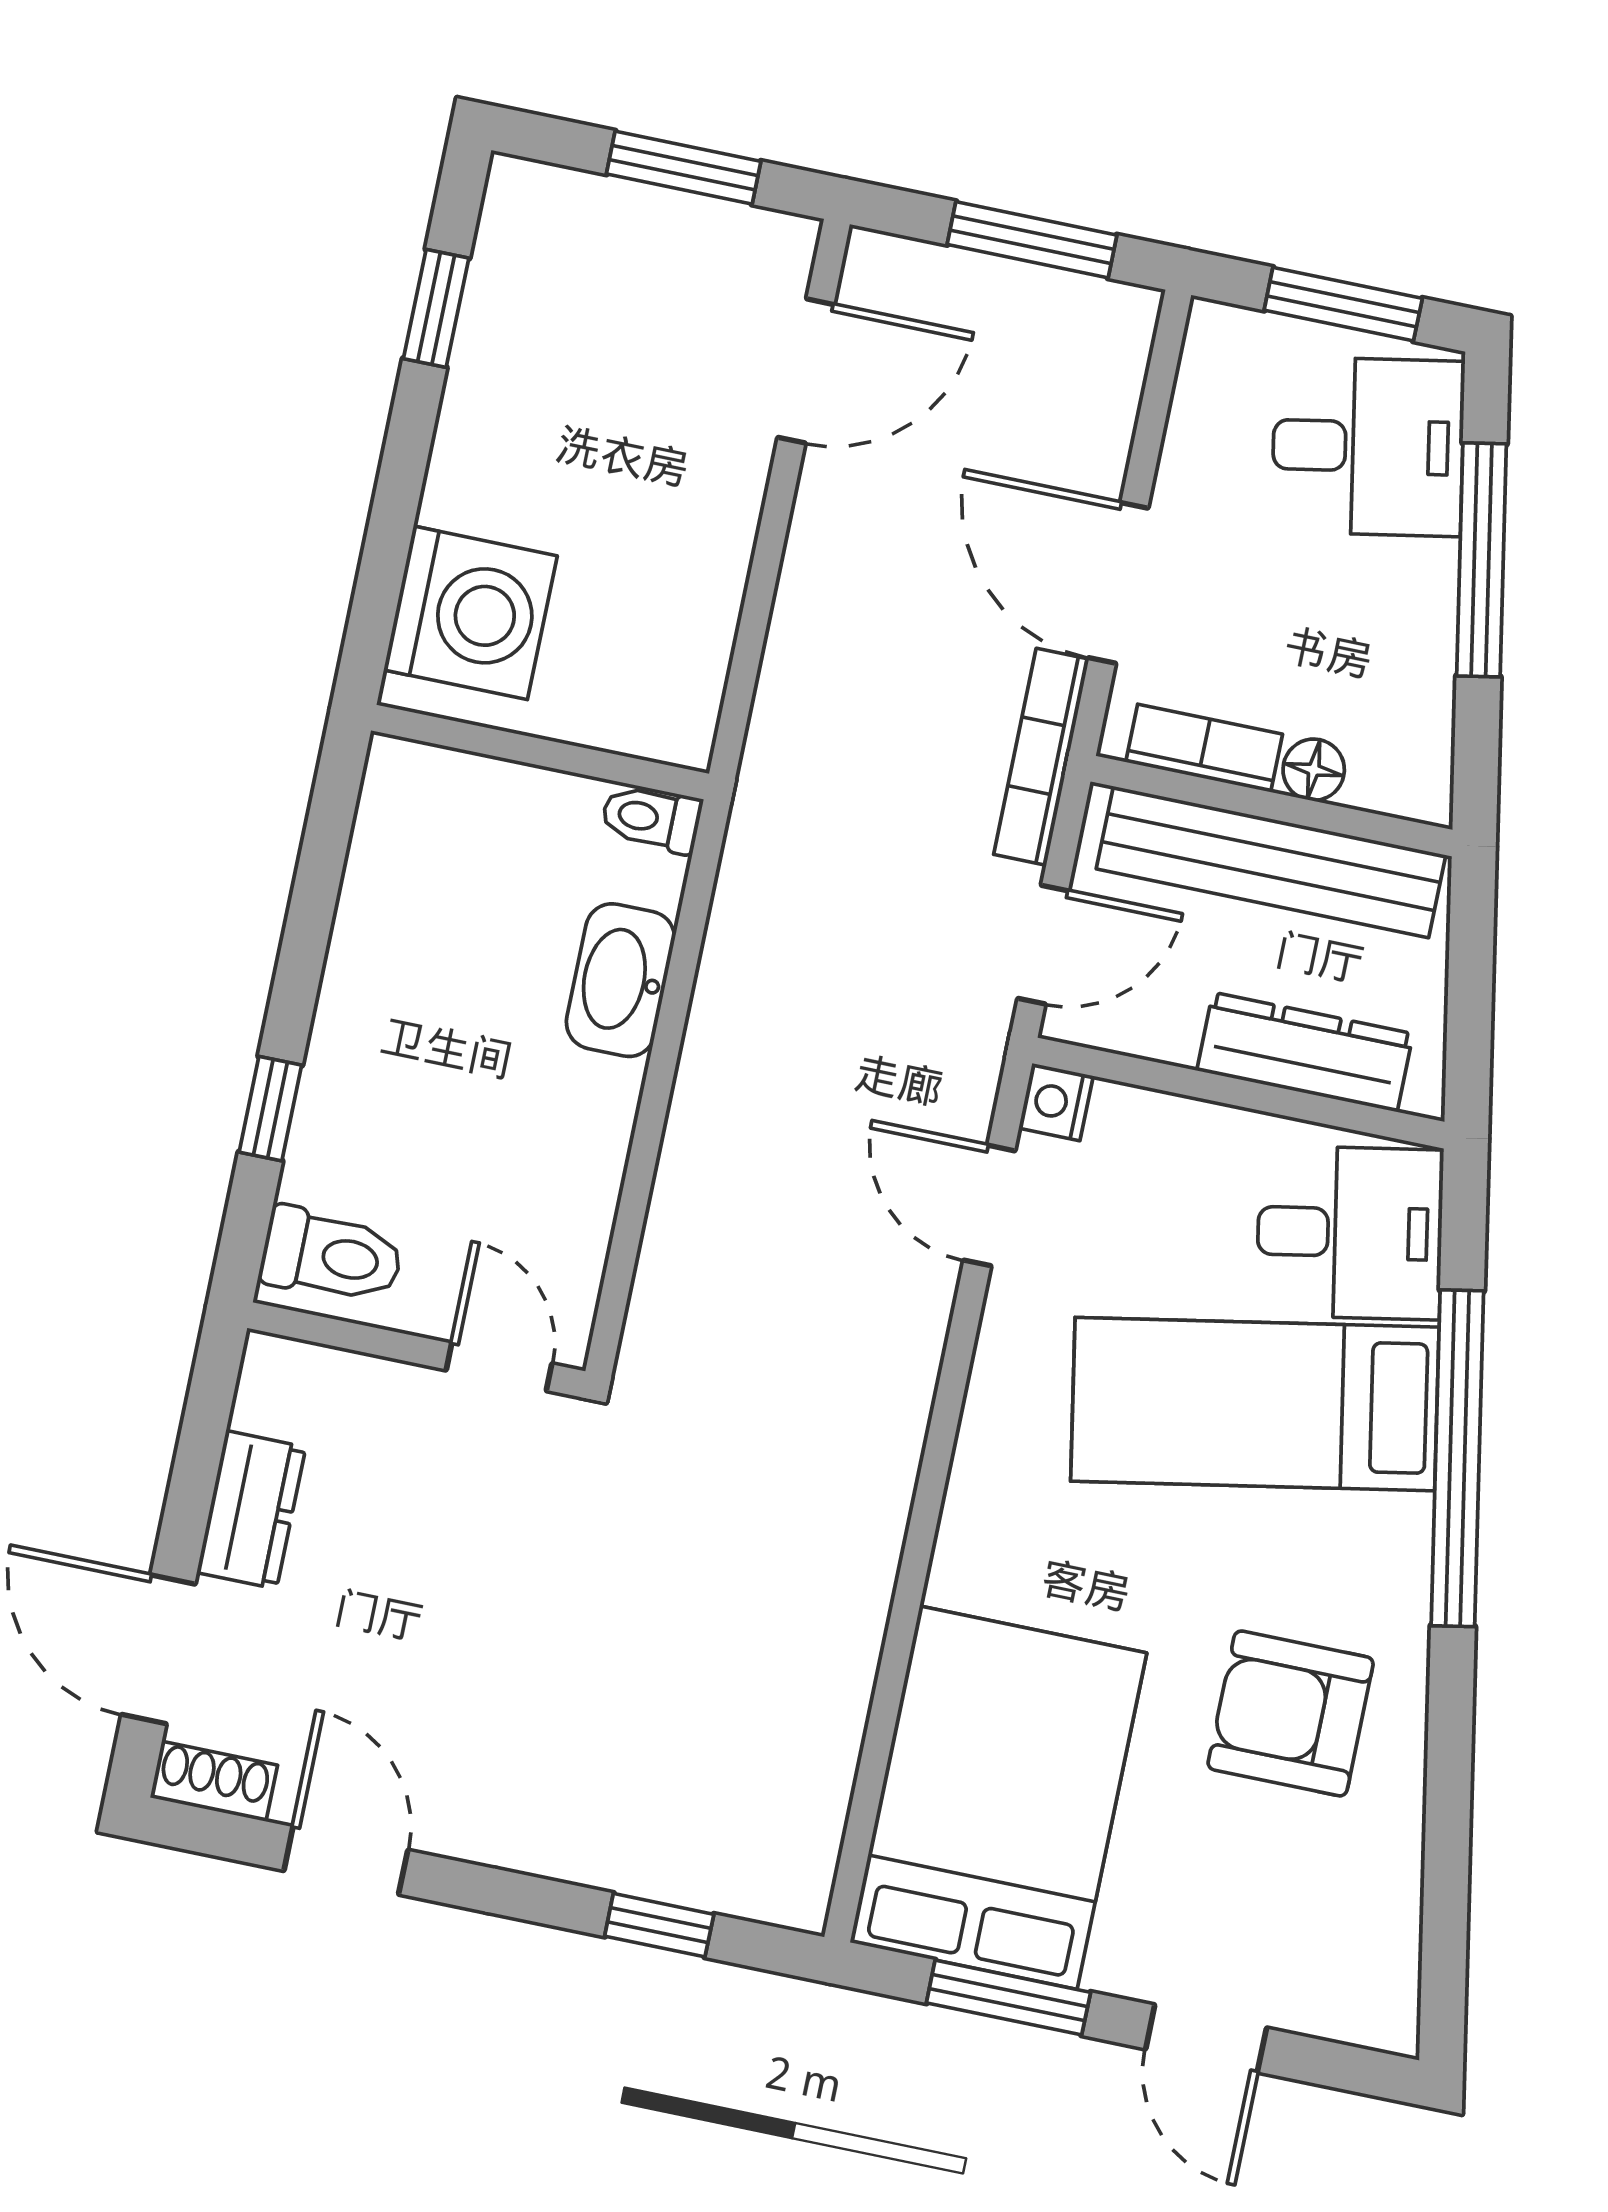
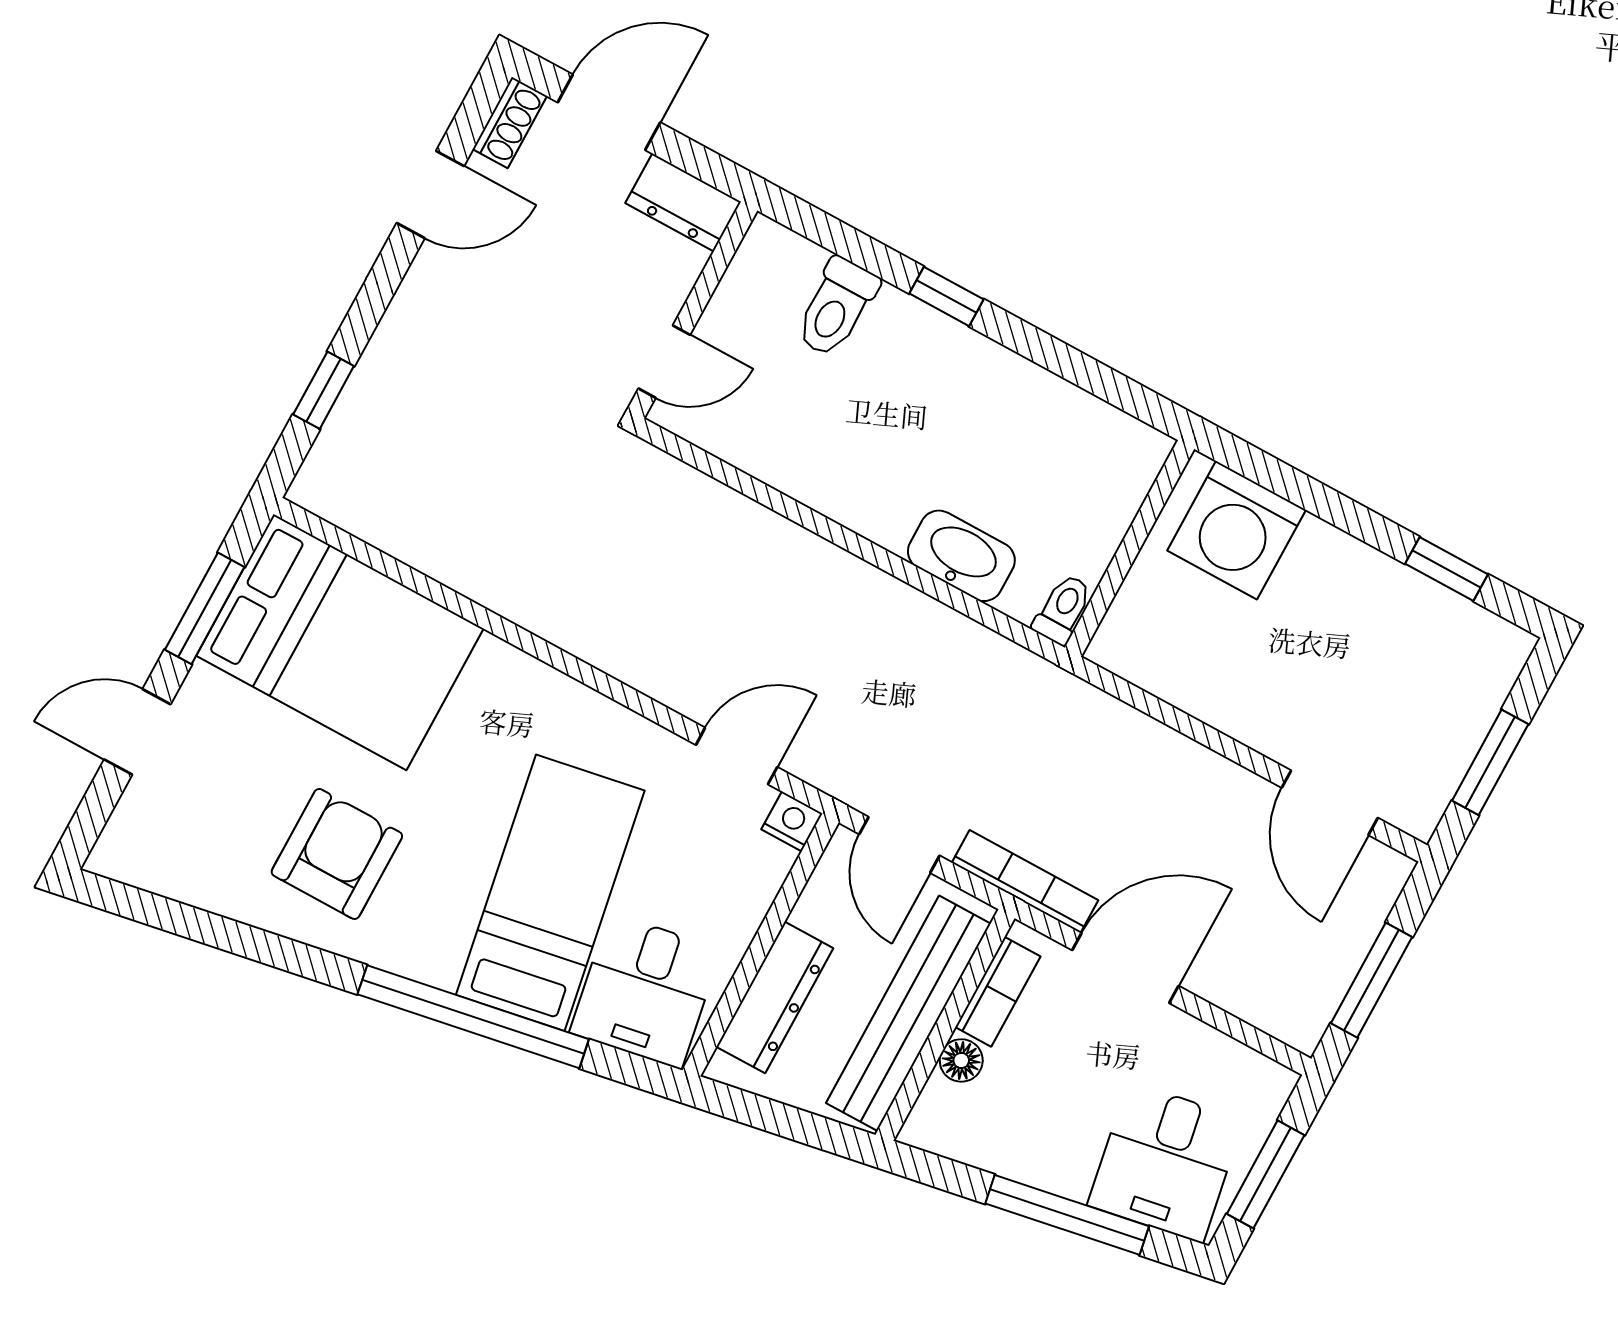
wall: (416, 1350) -> (692, 310), moved
door: (499, 1367) -> (664, 362), moved

